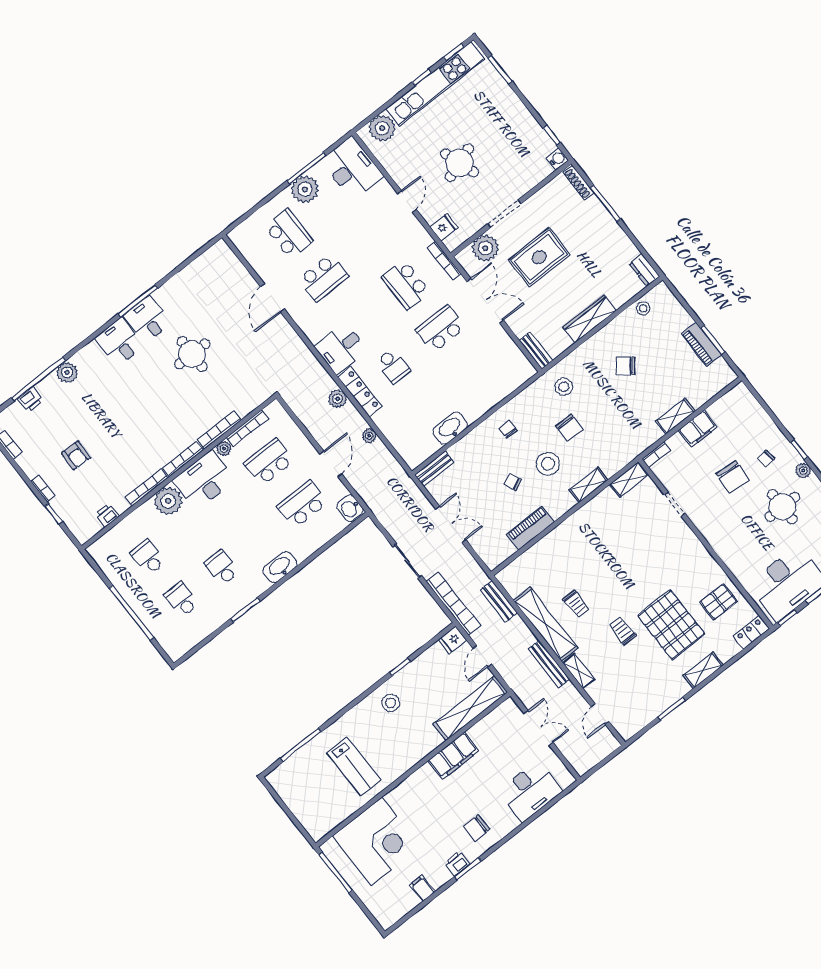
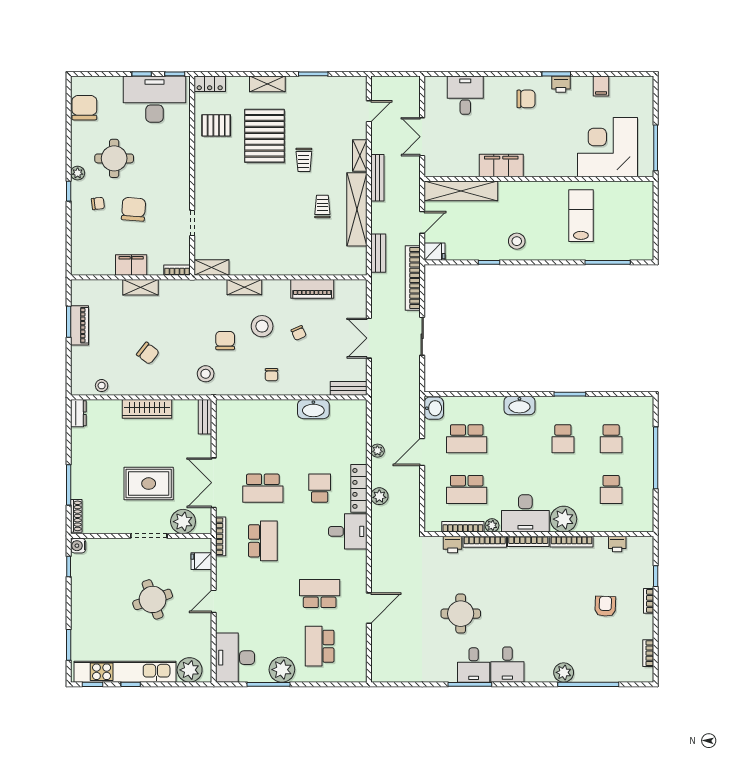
printer: (30, 399) -> (453, 544), moved, turned 180
desk: (530, 791) -> (465, 95), width x0.73

